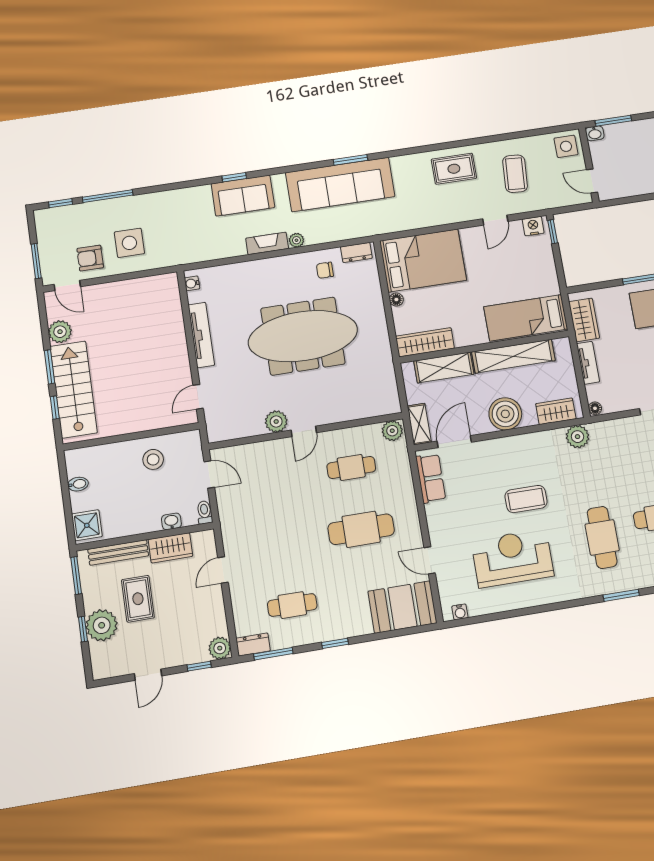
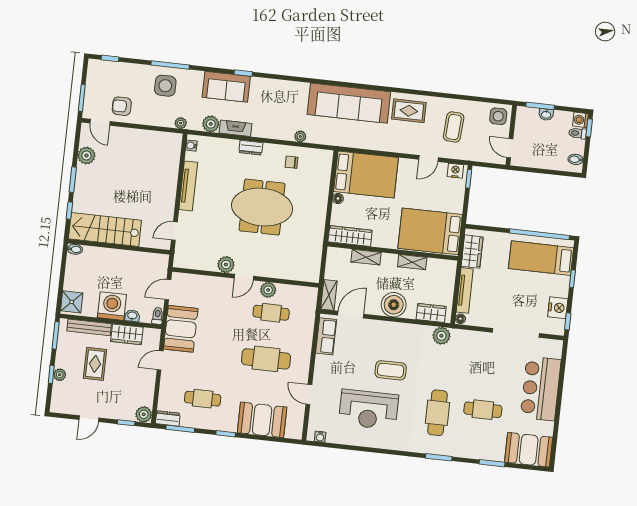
washbasin: (595, 133) -> (546, 114), moved
window: (350, 160) -> (333, 83), removed
sofa: (340, 185) -> (349, 103), moved
window: (108, 196) -> (170, 65), moved
sofa: (243, 196) -> (226, 87), moved
plant: (296, 240) -> (300, 136), moved
side table: (129, 243) -> (165, 86), moved
fireplace: (267, 243) -> (236, 128), moved
plant: (210, 250) -> (211, 124), added
dresser: (356, 253) -> (251, 148), moved
plant: (171, 259) -> (181, 123), added
bed: (526, 318) -> (430, 231), width x1.50
meeting table: (303, 336) -> (262, 207), width x0.73
shelving: (513, 356) -> (412, 262), width x0.45, depth x0.75
tv unit: (588, 363) -> (465, 290), width x1.41
shelving: (444, 368) -> (366, 257), width x0.67, depth x0.75
stairs: (74, 389) -> (105, 230), moved, turned -90
plant: (392, 431) -> (268, 290), moved
stool: (153, 459) -> (130, 268), removed
door: (209, 474) -> (168, 290), swing flipped
bidet: (78, 484) -> (75, 249), moved
washing machine: (141, 516) -> (112, 306), added
booth: (239, 521) -> (181, 329), added
reception desk: (512, 558) -> (369, 409), turned 180
booth: (402, 607) -> (262, 420), moved
plant: (102, 625) -> (60, 375), width x0.53, depth x0.53

